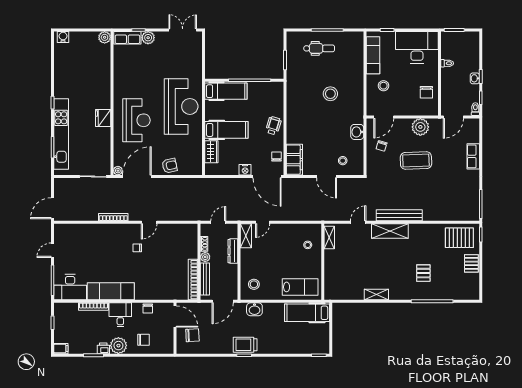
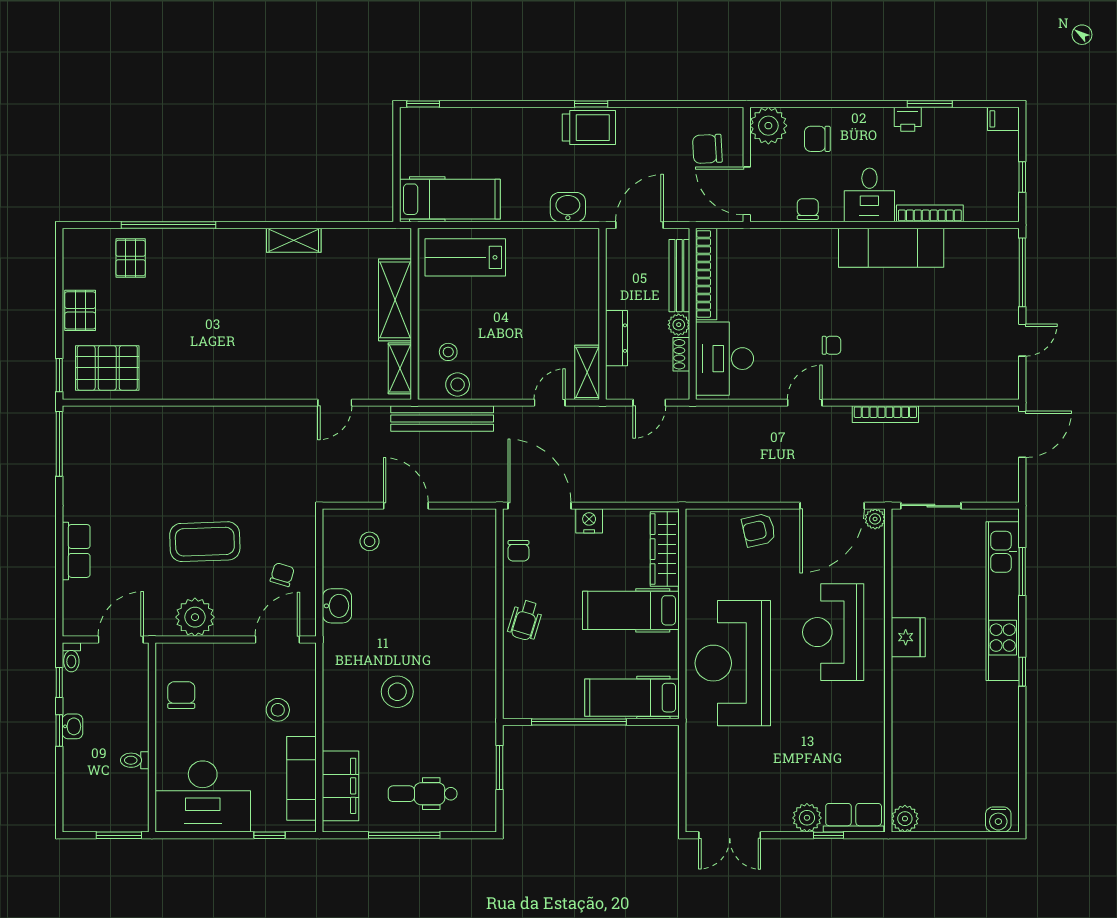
wardrobe: (211, 152) -> (665, 549), width x1.50
filing cabinet: (294, 160) -> (340, 786), moved, turned 180
bench: (399, 215) -> (442, 419), moved
shelving: (390, 231) -> (395, 300), moved, turned 90
pallet: (423, 273) -> (131, 258), moved
stool: (254, 284) -> (458, 384), moved
desk: (70, 287) -> (725, 359), moved, turned -90
plant: (118, 346) -> (768, 126), moved

